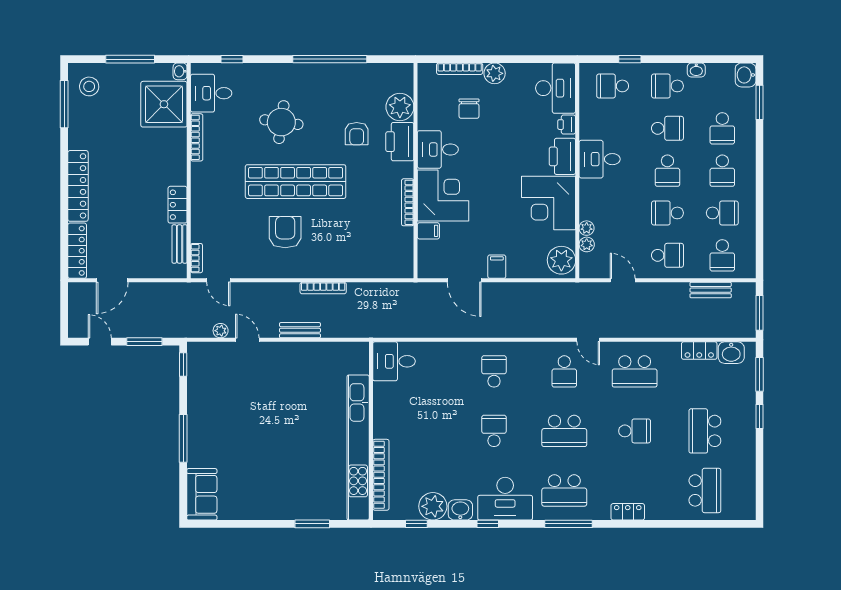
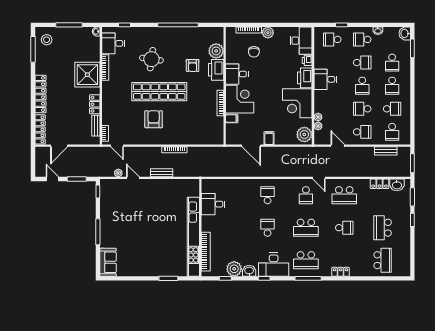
shower: (164, 104) -> (87, 75), moved
desk: (394, 361) -> (213, 204), moved

